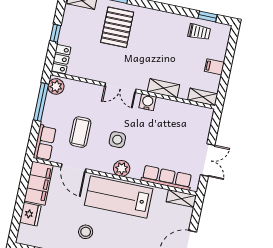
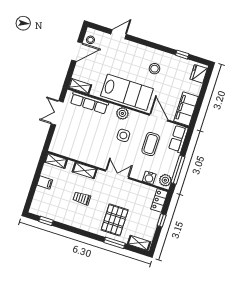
trolley: (199, 32) -> (82, 198), moved
water cooler: (148, 102) -> (149, 178), moved
fridge: (30, 214) -> (199, 74), moved

